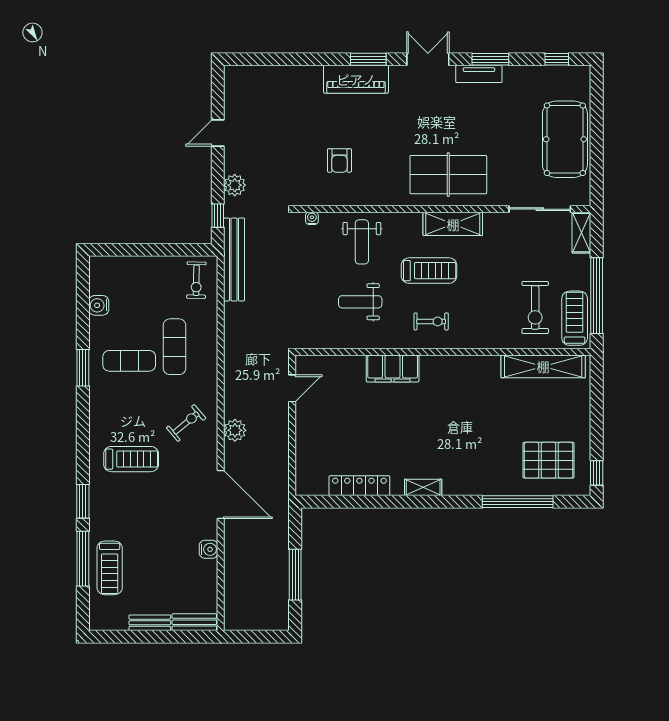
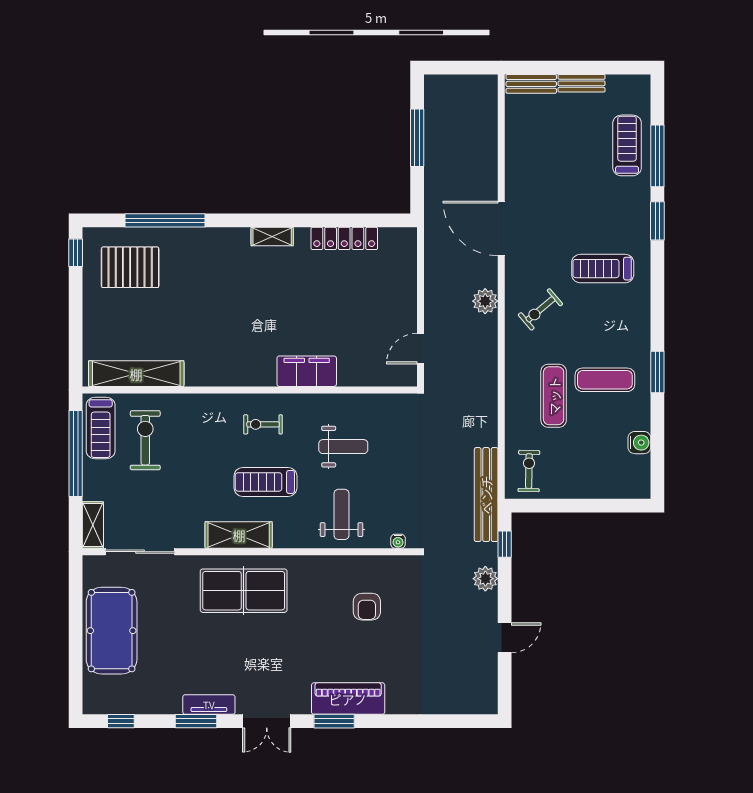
armchair: (339, 160) -> (367, 607), turned 180
water cooler: (209, 549) -> (515, 166), removed

